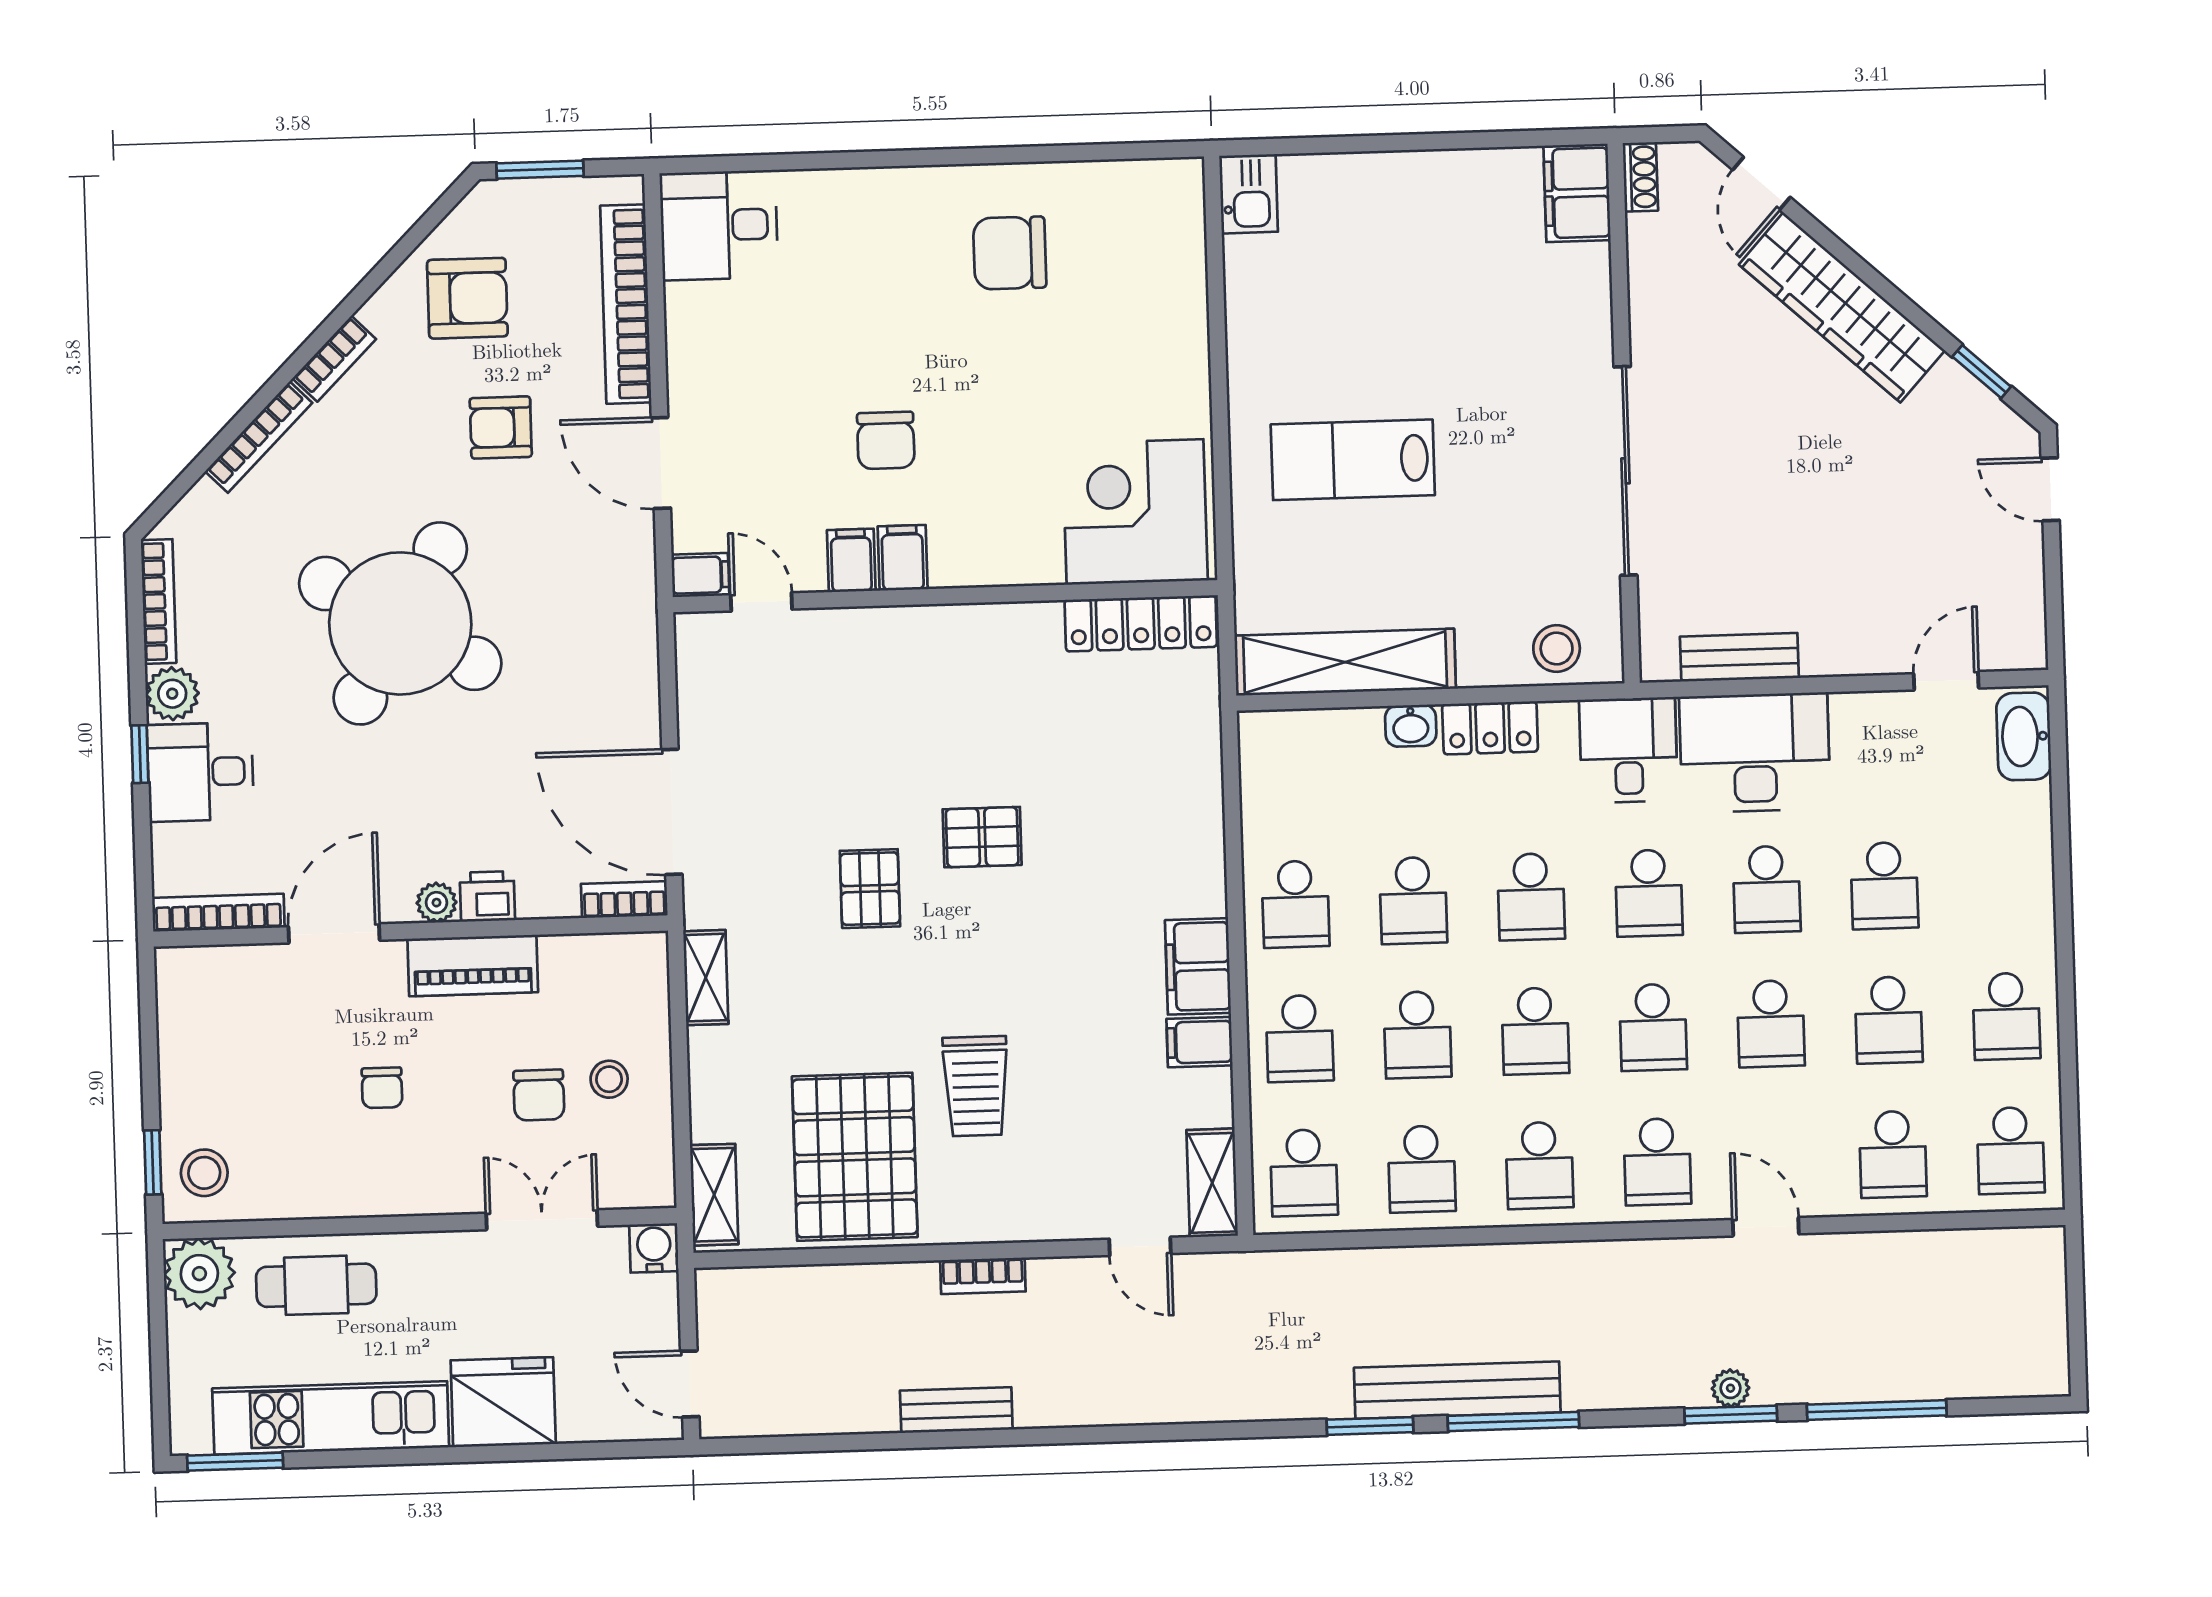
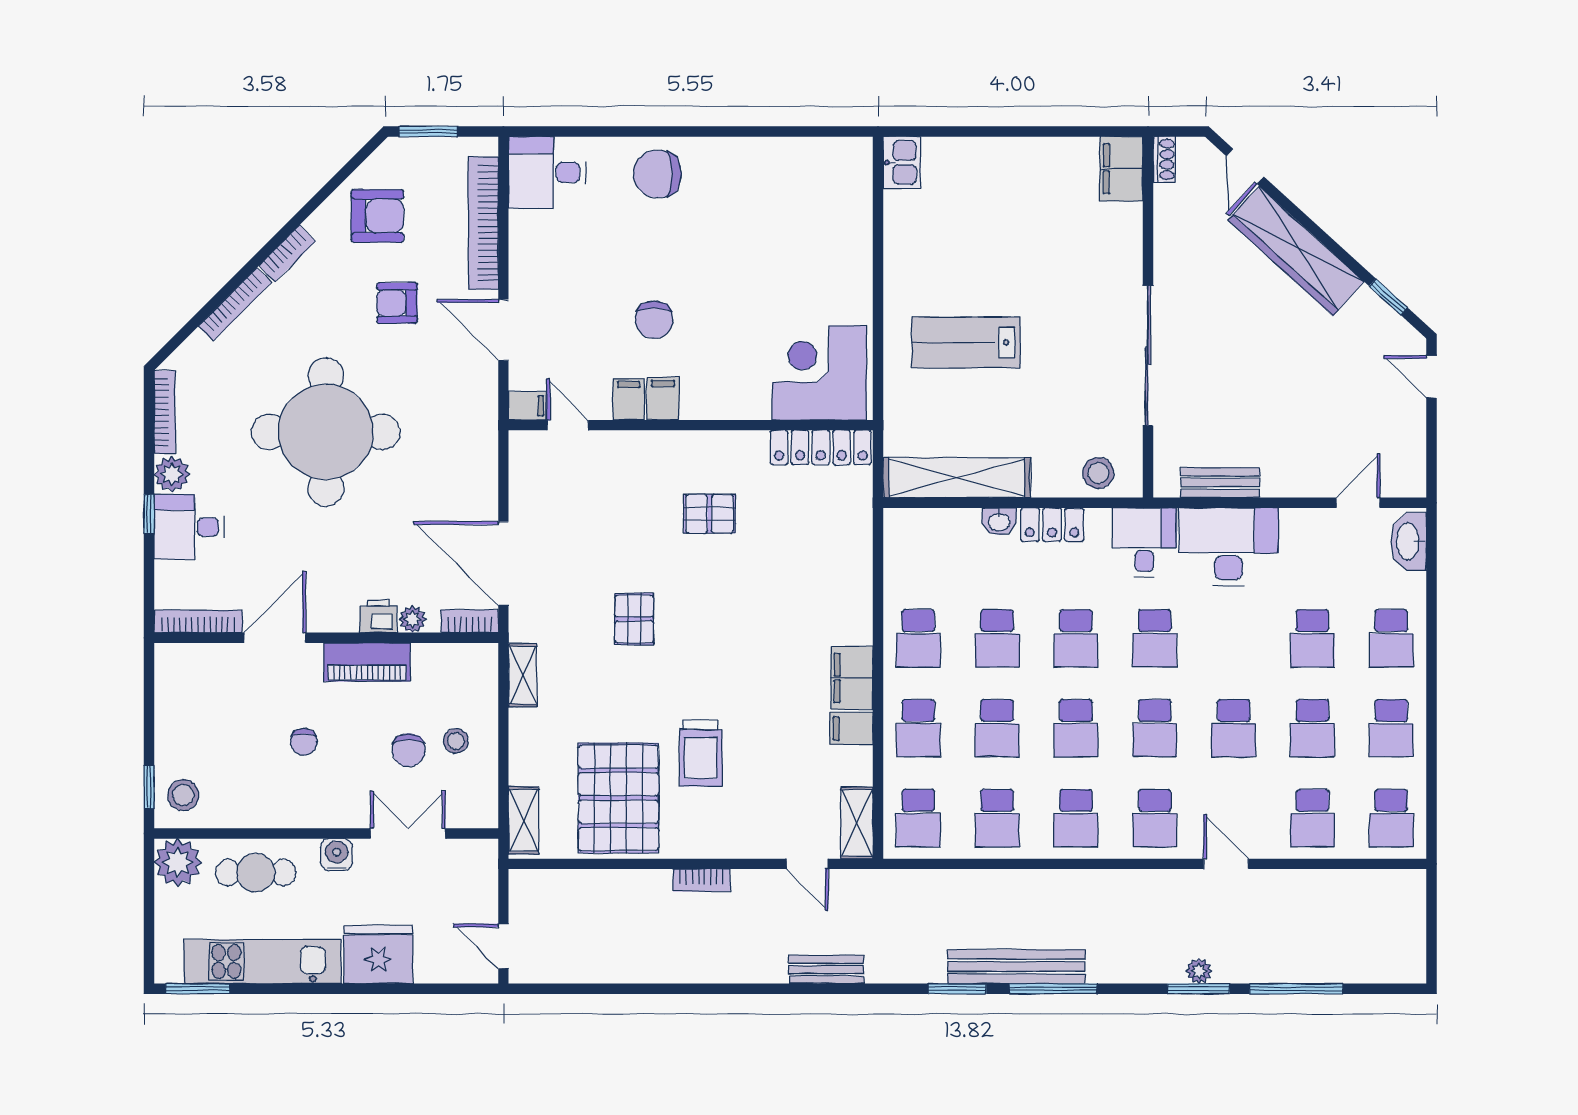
chair: (1010, 253) -> (657, 174), moved
round table: (400, 623) -> (326, 432), turned -30
pallet: (982, 837) -> (709, 514), moved
school desk: (1767, 889) -> (1391, 638), moved
plant: (437, 903) -> (412, 619), moved
water cooler: (654, 1248) -> (337, 855), moved
bench: (956, 1410) -> (826, 969), moved

